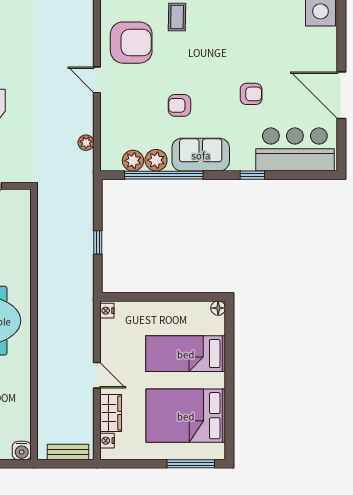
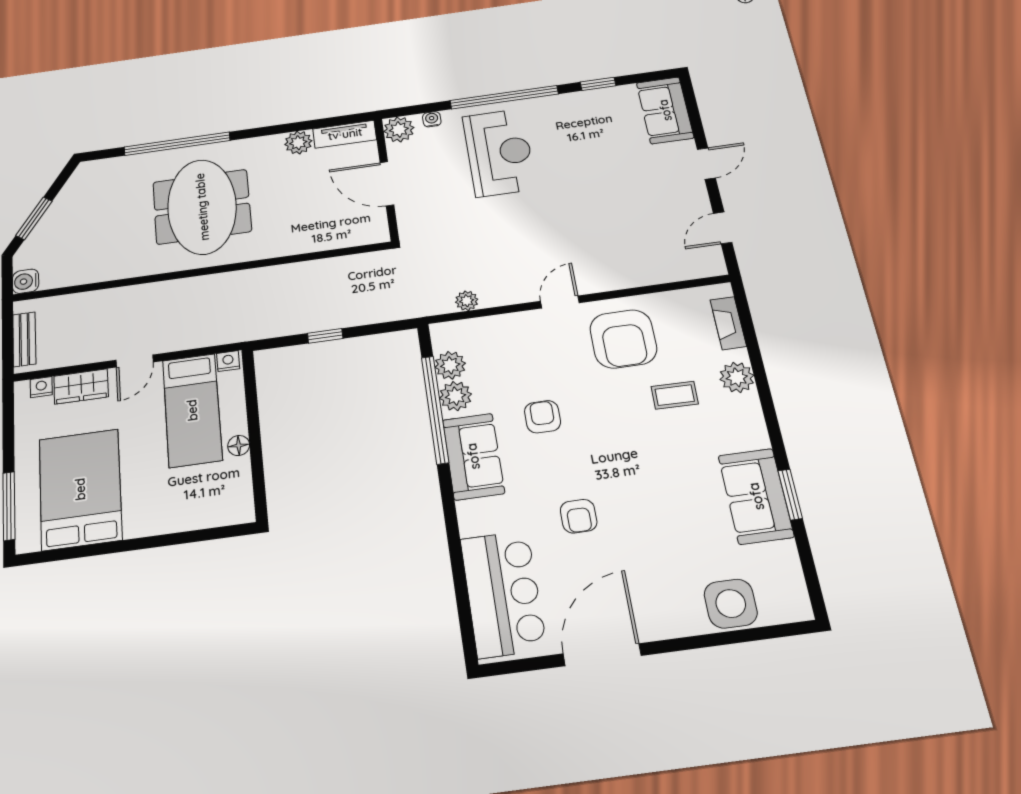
window: (252, 175) -> (453, 535), removed
floor lamp: (218, 308) -> (239, 446), moved
bed: (186, 354) -> (192, 410), moved, turned 180

